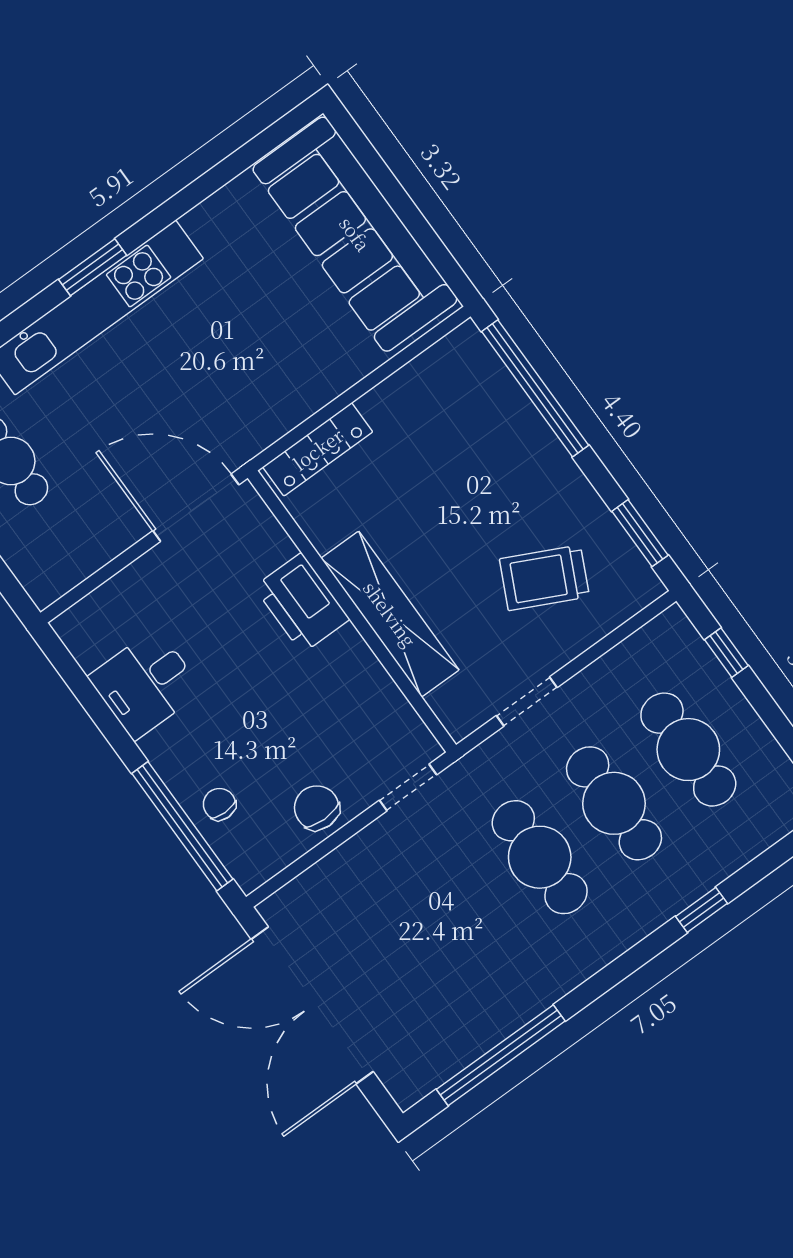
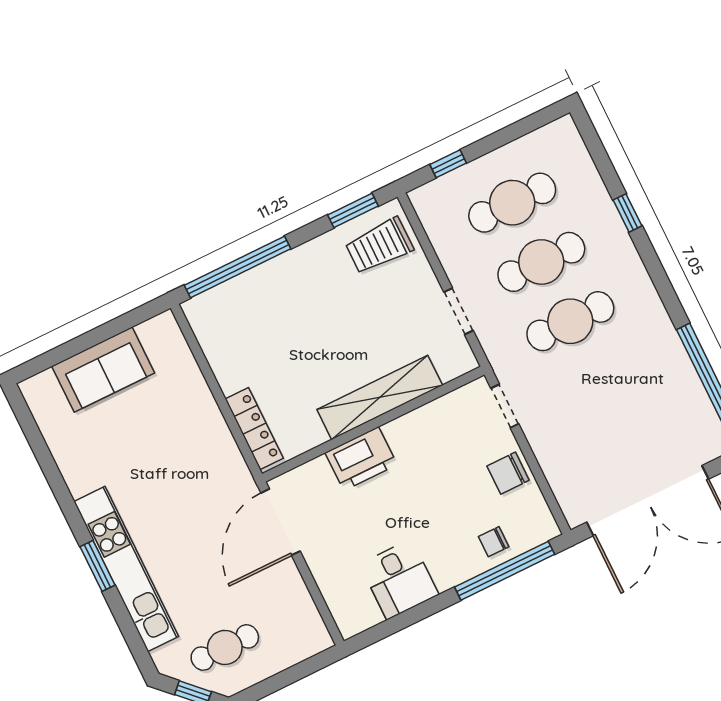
sofa: (355, 234) -> (103, 370), width x0.54, depth x0.79
trolley: (544, 578) -> (379, 246), moved, turned 64

